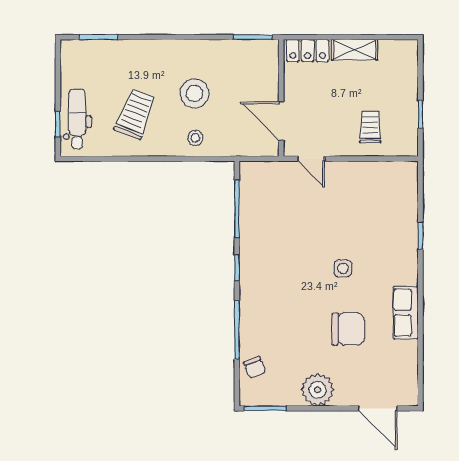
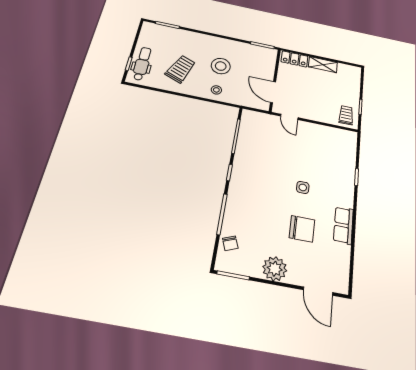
trolley: (370, 127) -> (346, 115), moved

